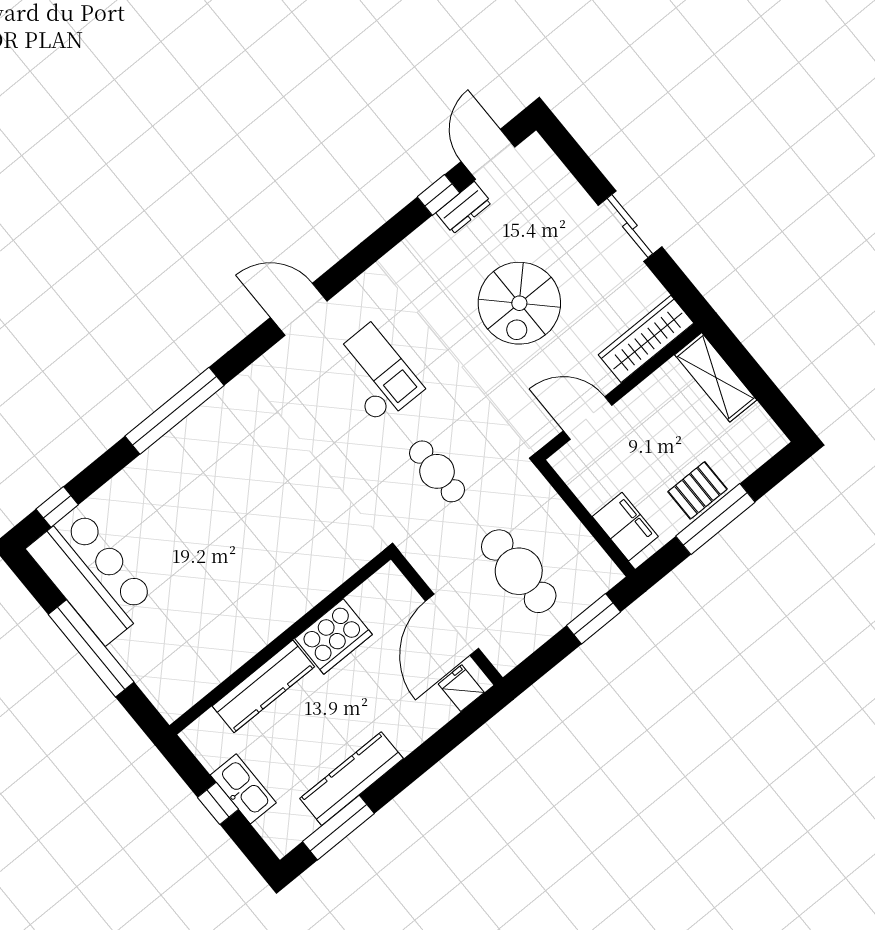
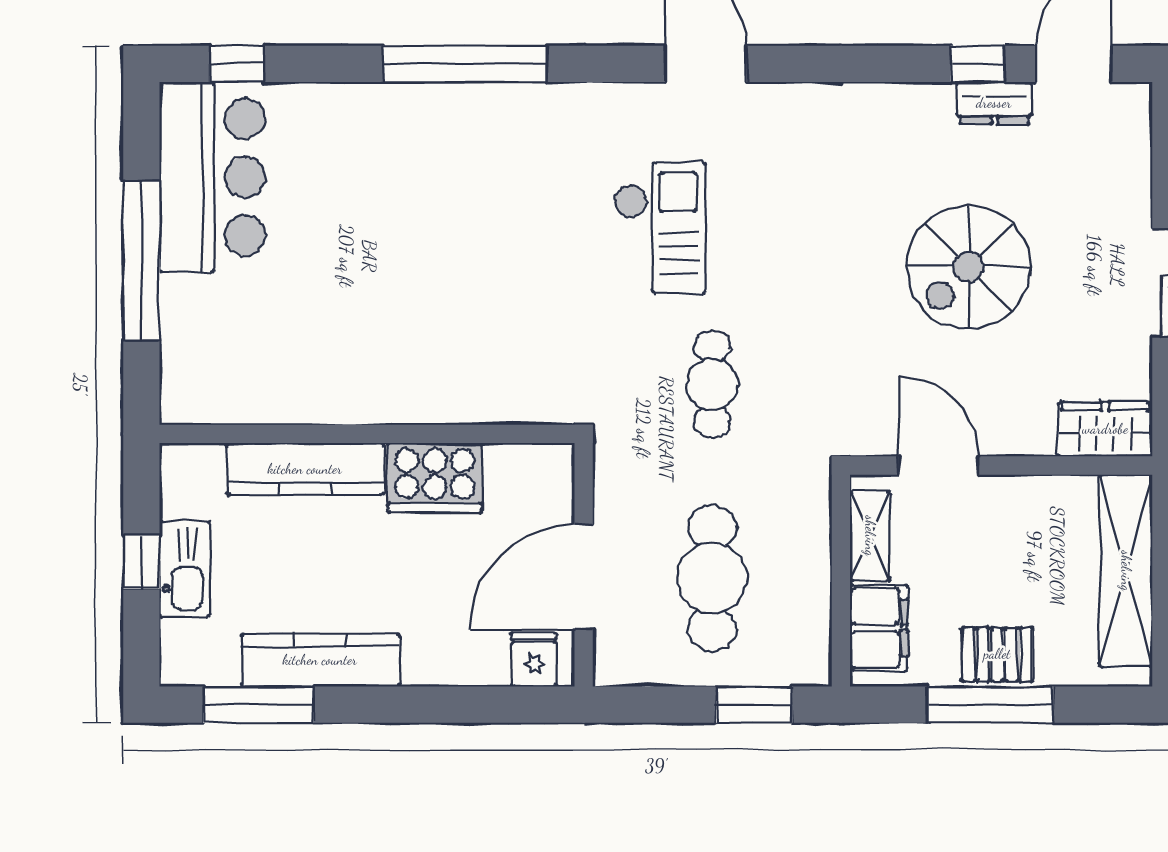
wardrobe: (646, 339) -> (1105, 429), width x0.67
checkout: (375, 374) -> (660, 228), moved
shelving: (716, 377) -> (1126, 571), width x1.47
shelving: (582, 483) -> (870, 536), added

